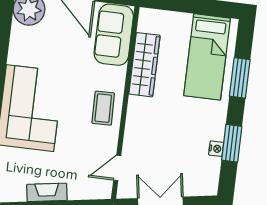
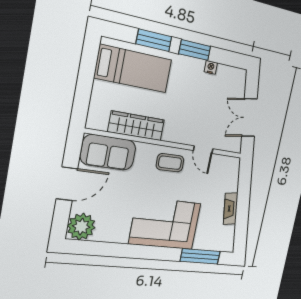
window: (232, 143) -> (195, 50), moved
door: (117, 168) -> (203, 150), moved

